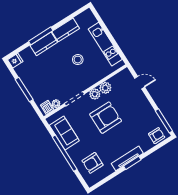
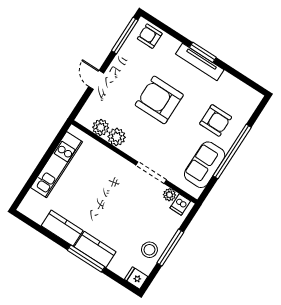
stool: (78, 60) -> (149, 250), moved
door: (140, 83) -> (96, 80), moved
plant: (95, 94) -> (101, 127), moved
armchair: (106, 118) -> (159, 100), moved
armchair: (92, 163) -> (216, 120), moved

